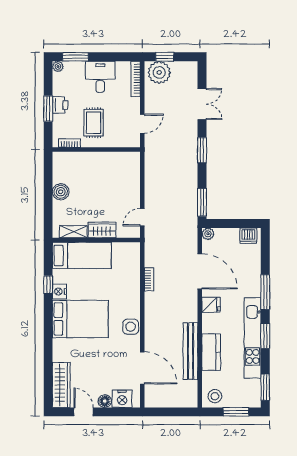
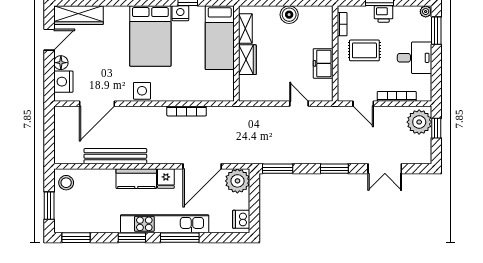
bookcase: (136, 79) -> (397, 96), moved
freezer: (105, 161) -> (323, 63), added
door: (142, 217) -> (299, 104), moved
plant: (208, 234) -> (237, 181), width x1.87, depth x1.87
bookcase: (149, 279) -> (187, 111), width x1.56
kitchen unit: (253, 338) -> (165, 224), moved
kitchen counter: (211, 352) -> (136, 179), moved

